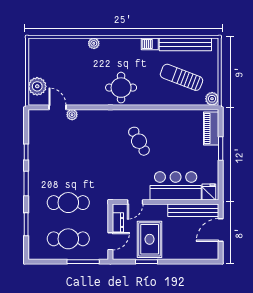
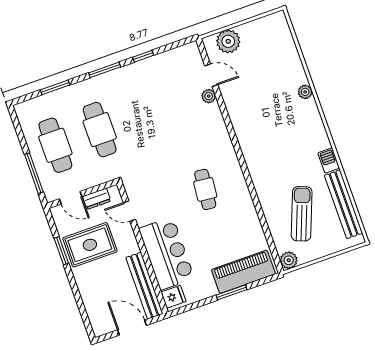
round table: (121, 88) -> (263, 144), removed
door: (58, 107) -> (211, 75), hinge flipped
piano: (211, 128) -> (243, 272), width x1.37, depth x1.33
cafe table: (139, 141) -> (205, 189), turned -55

